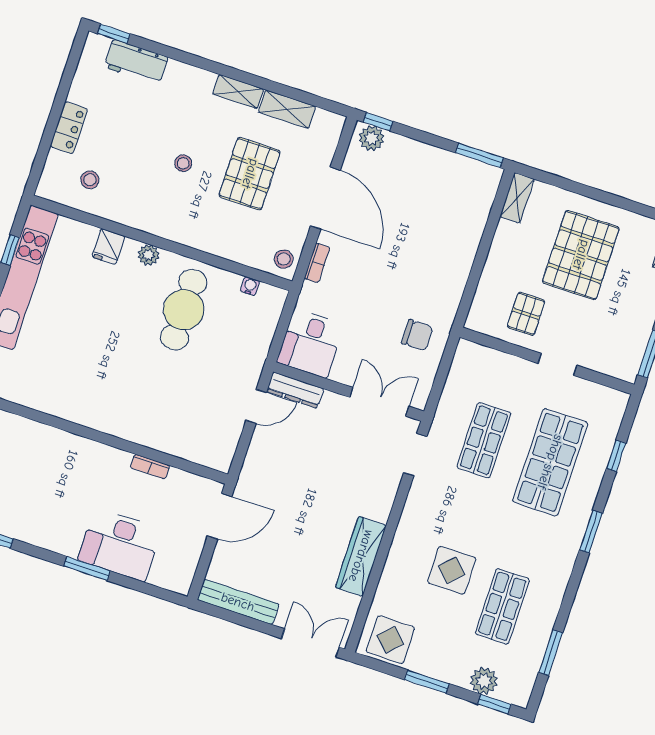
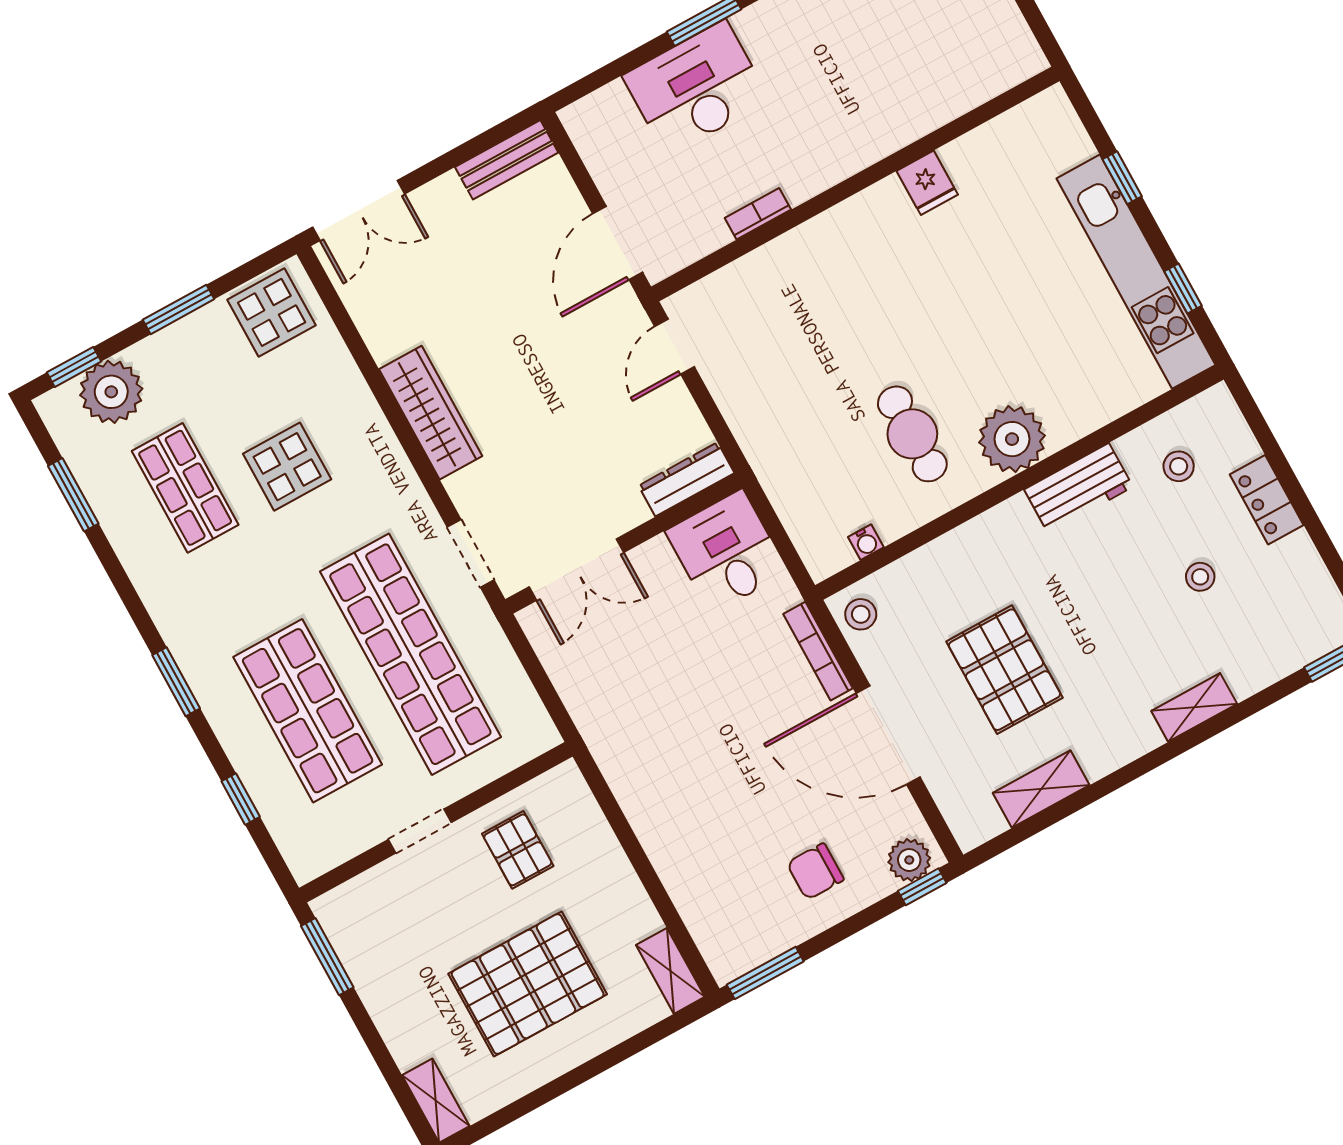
workbench: (136, 62) -> (1078, 488), moved, turned 180
shelving: (238, 91) -> (1194, 707), moved
stool: (183, 163) -> (1200, 577), moved
fridge: (109, 247) -> (927, 183), moved, turned 180
plant: (148, 255) -> (1012, 439), width x1.88, depth x1.88
pallet: (581, 255) -> (528, 984), turned 90
bookcase: (317, 263) -> (818, 651), width x1.56
cafe table: (184, 310) -> (912, 434), width x0.73, depth x0.74
chair: (417, 335) -> (815, 871), moved
door: (256, 406) -> (675, 347), moved
shop shelf: (484, 440) -> (410, 654), width x2.00, depth x1.36
wardrobe: (361, 556) -> (431, 413), moved
bench: (238, 602) -> (507, 160), width x0.73
plant: (484, 681) -> (111, 392), width x1.36, depth x1.36

